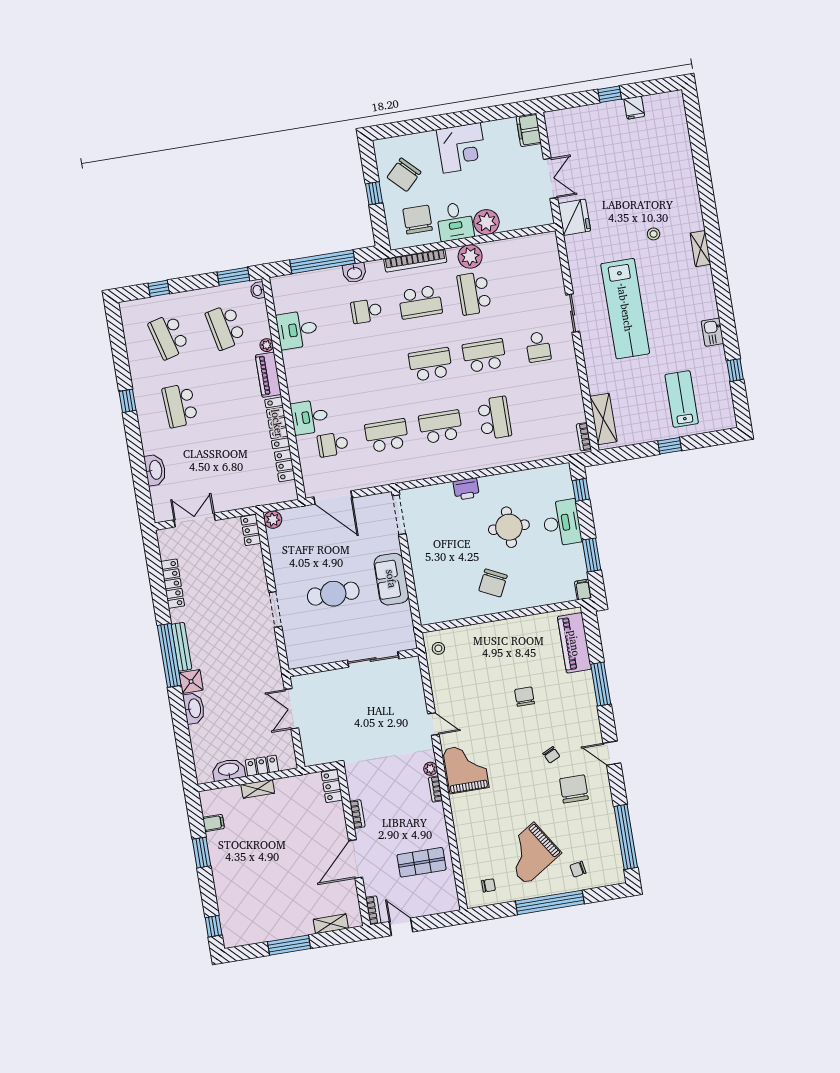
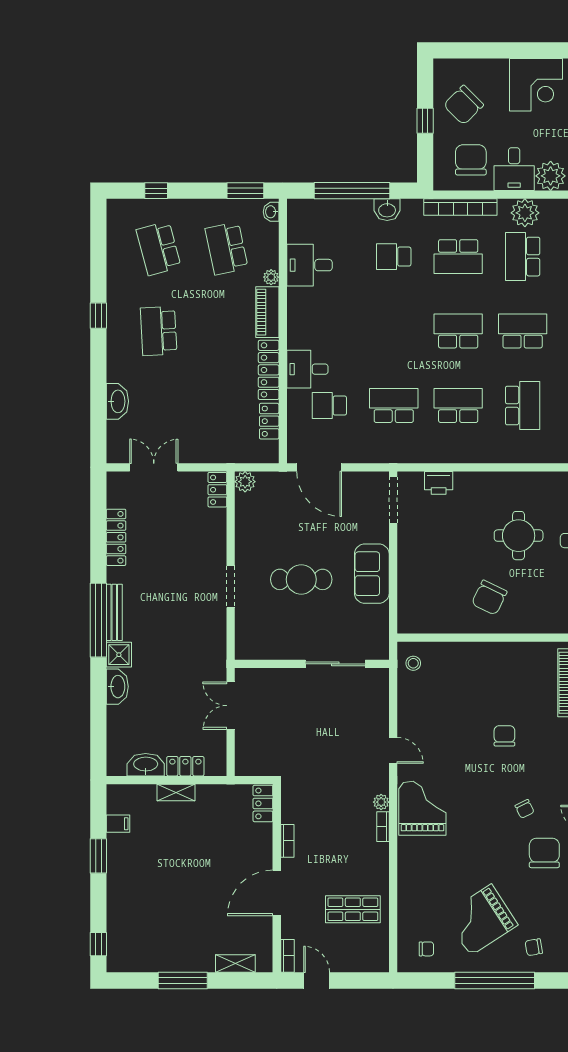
printer: (466, 489) -> (439, 483), moved

